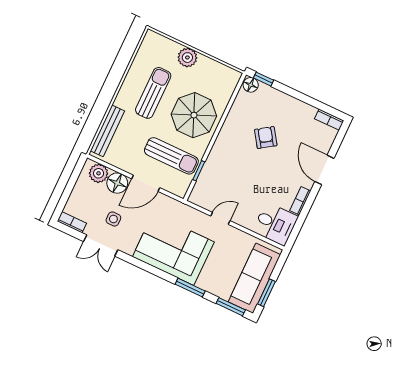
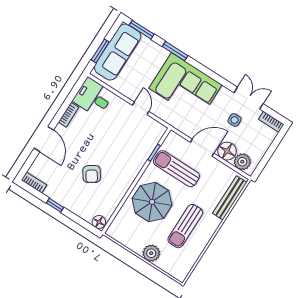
window: (264, 79) -> (55, 205), moved
door: (220, 218) -> (141, 108), swing flipped
window: (267, 293) -> (100, 51), moved

